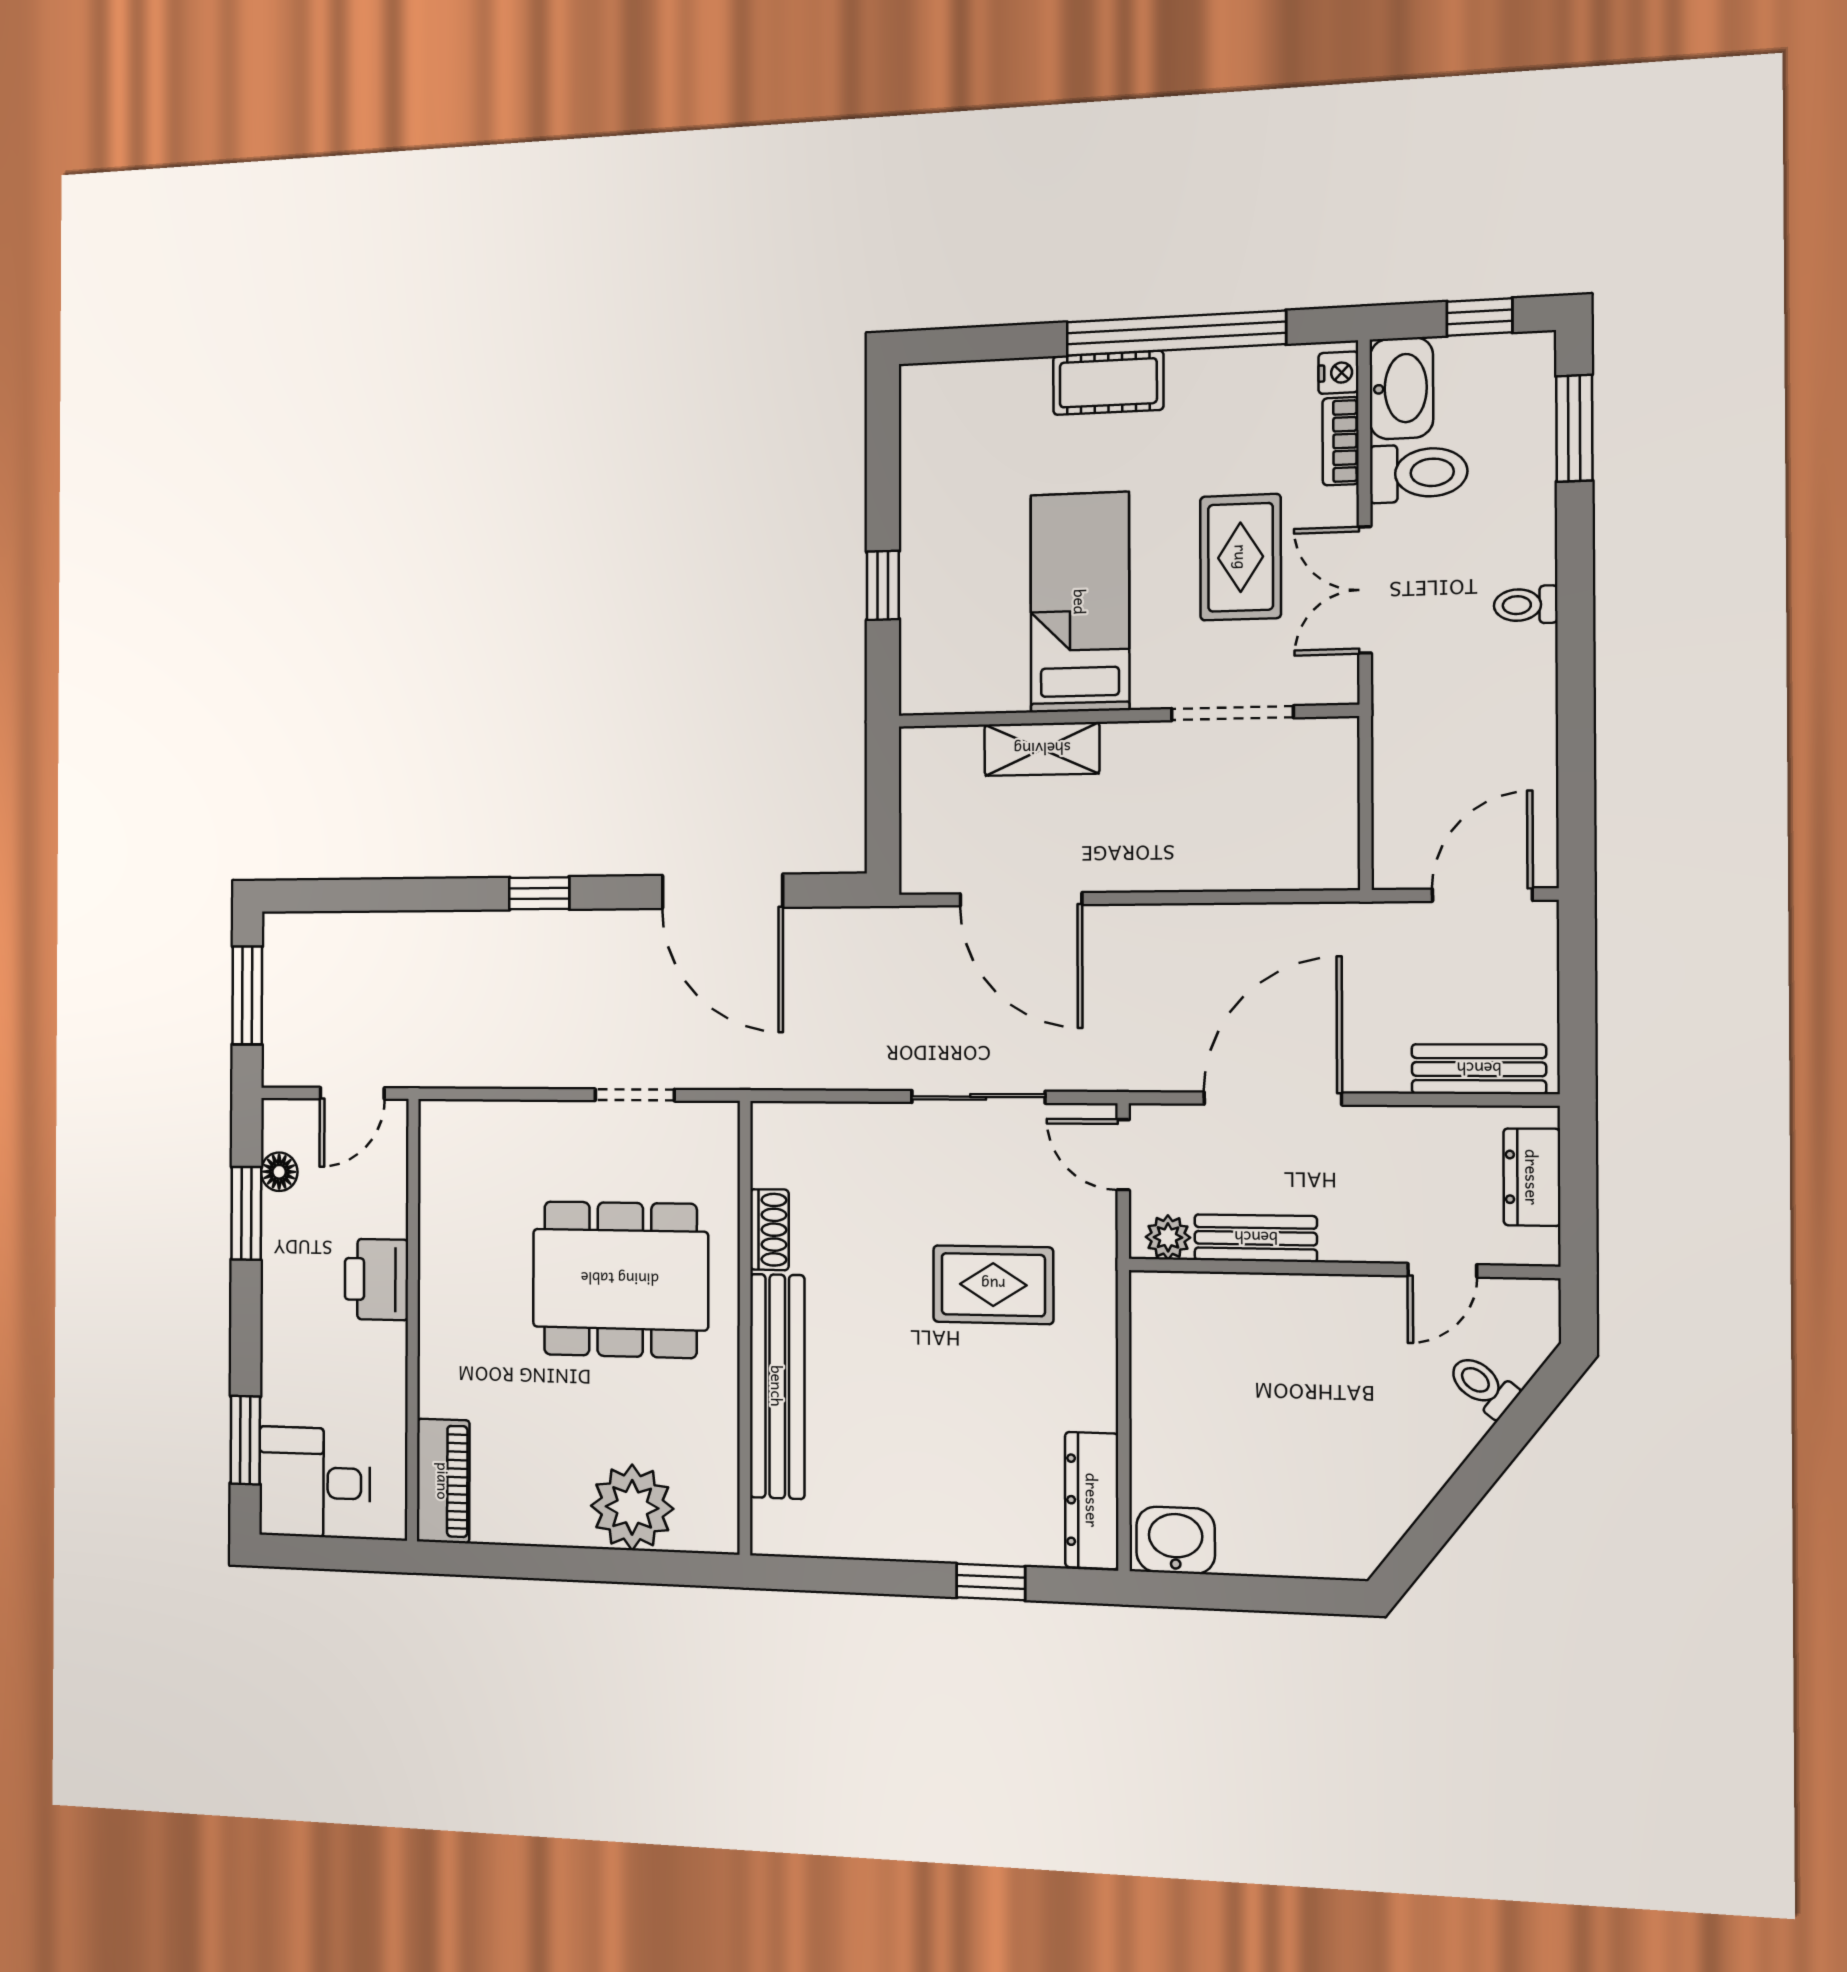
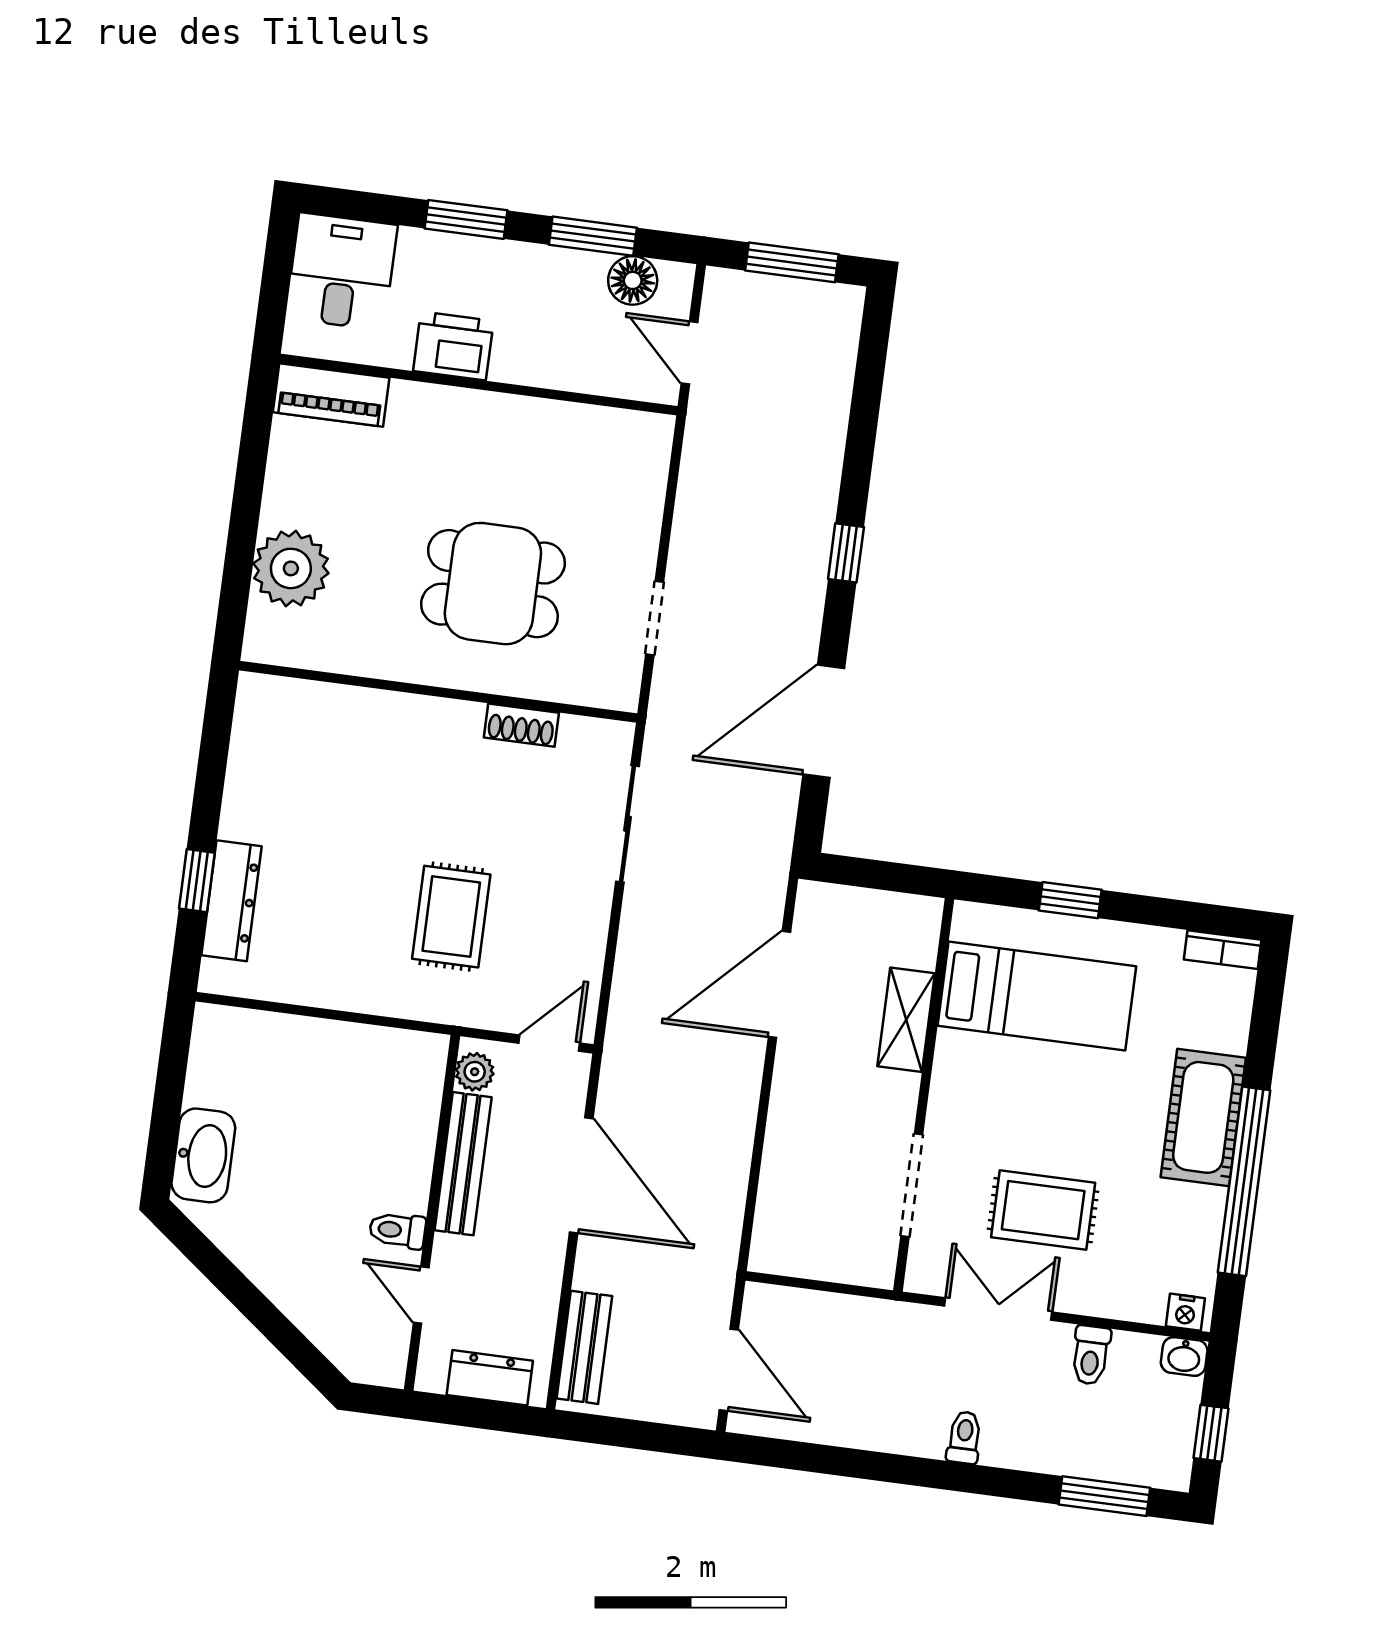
cot: (1108, 383) -> (1203, 1117), width x1.37, depth x1.34
washbasin: (1401, 388) -> (1184, 1356), width x0.52, depth x0.69
bookcase: (1341, 441) -> (1223, 950), moved, turned 180
toilet: (1419, 473) -> (1091, 1355), width x0.73, depth x0.72
bed: (1080, 602) -> (1037, 996), moved
sliding door: (978, 1097) -> (628, 824), moved
floor lamp: (279, 1172) -> (633, 280), width x1.37, depth x1.37
bench: (1256, 1238) -> (463, 1164), width x1.36
printer: (376, 1279) -> (453, 346), moved
dining table: (620, 1279) -> (493, 584), width x0.73
bench: (777, 1386) -> (384, 714), removed
toilet: (1483, 1386) -> (397, 1230), moved, turned -128
window: (245, 1440) -> (466, 219), moved
dresser: (1092, 1500) -> (232, 901), moved, turned 90
washbasin: (1176, 1540) -> (203, 1155), moved, width x1.38

